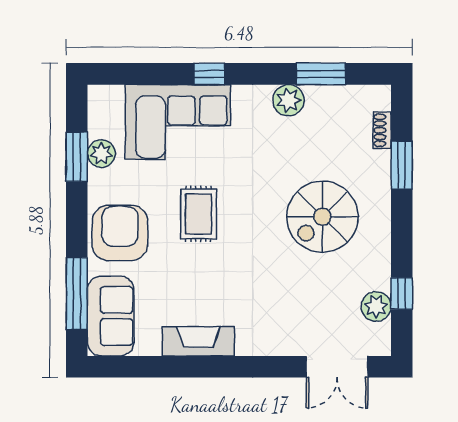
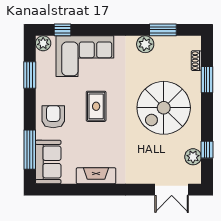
window: (209, 74) -> (62, 30), moved
plant: (101, 154) -> (43, 43), moved
spiral stairs: (322, 217) -> (164, 108), width x1.37, depth x1.37
armchair: (120, 233) -> (53, 117), width x0.73, depth x0.73

